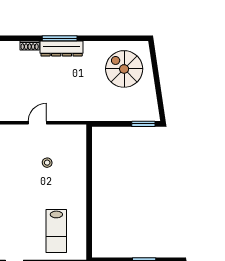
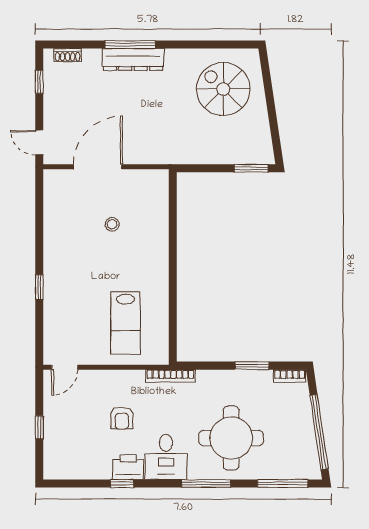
shoe rack: (30, 46) -> (68, 55), moved
door: (37, 123) -> (98, 167), width x1.88

